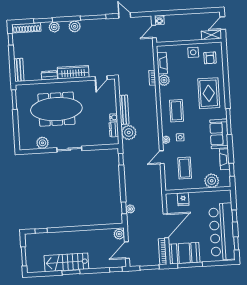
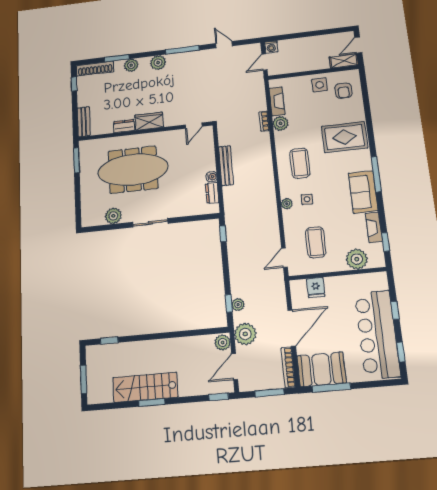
wardrobe: (73, 72) -> (149, 121), width x0.67
rug: (209, 93) -> (345, 137), turned 90
plant: (129, 132) -> (245, 334), moved
door: (162, 157) -> (284, 258), moved

